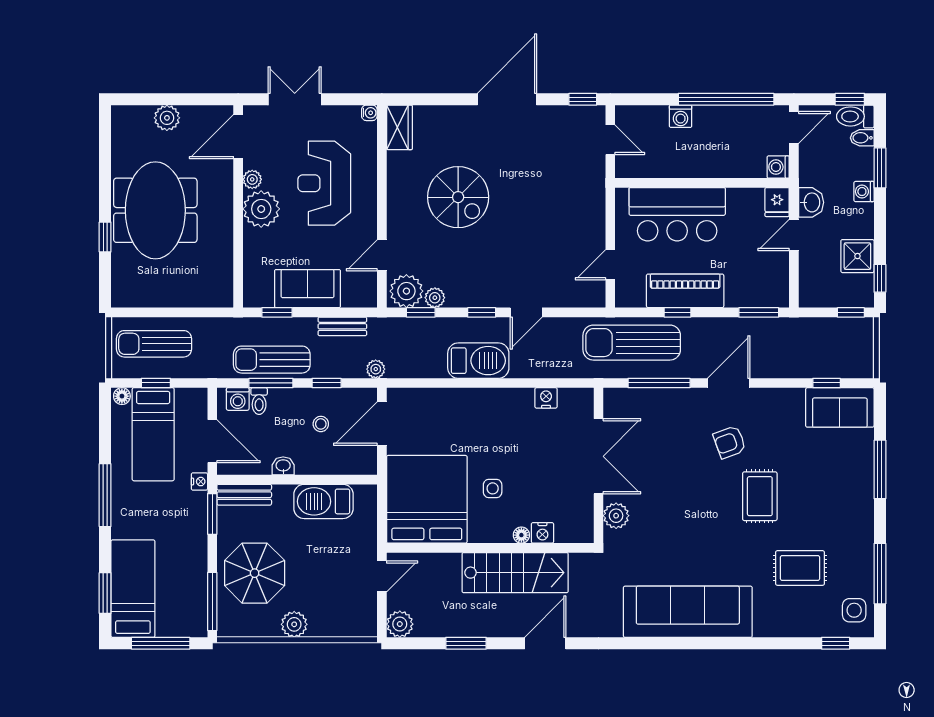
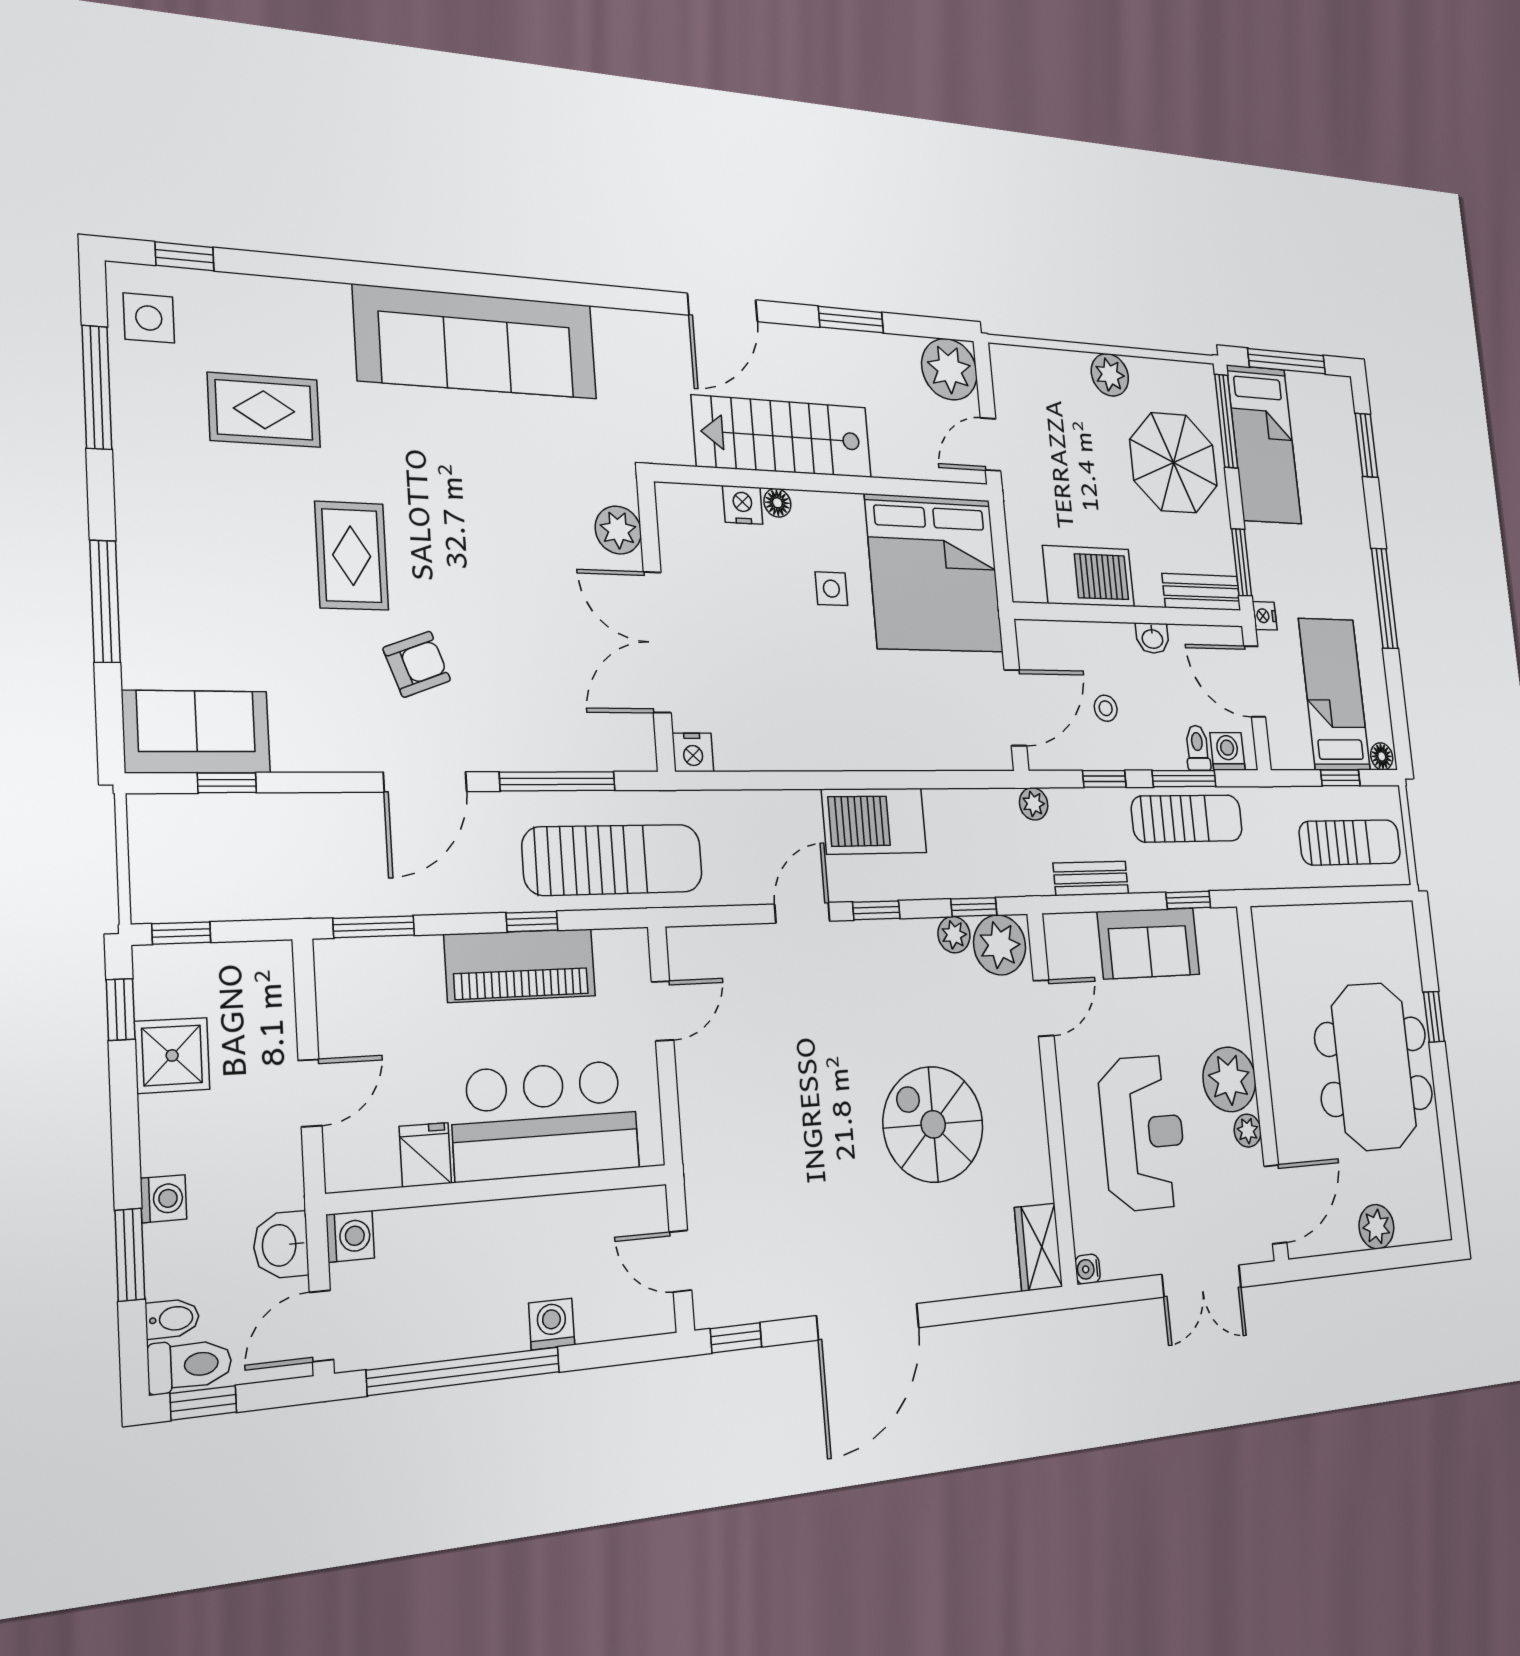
fridge: (777, 202) -> (425, 1155), moved
washbasin: (811, 202) -> (281, 1245), moved
nightstand: (546, 398) -> (693, 752), moved
bed: (133, 589) -> (1264, 444), moved
plant: (400, 624) -> (949, 369), width x1.36, depth x1.36

